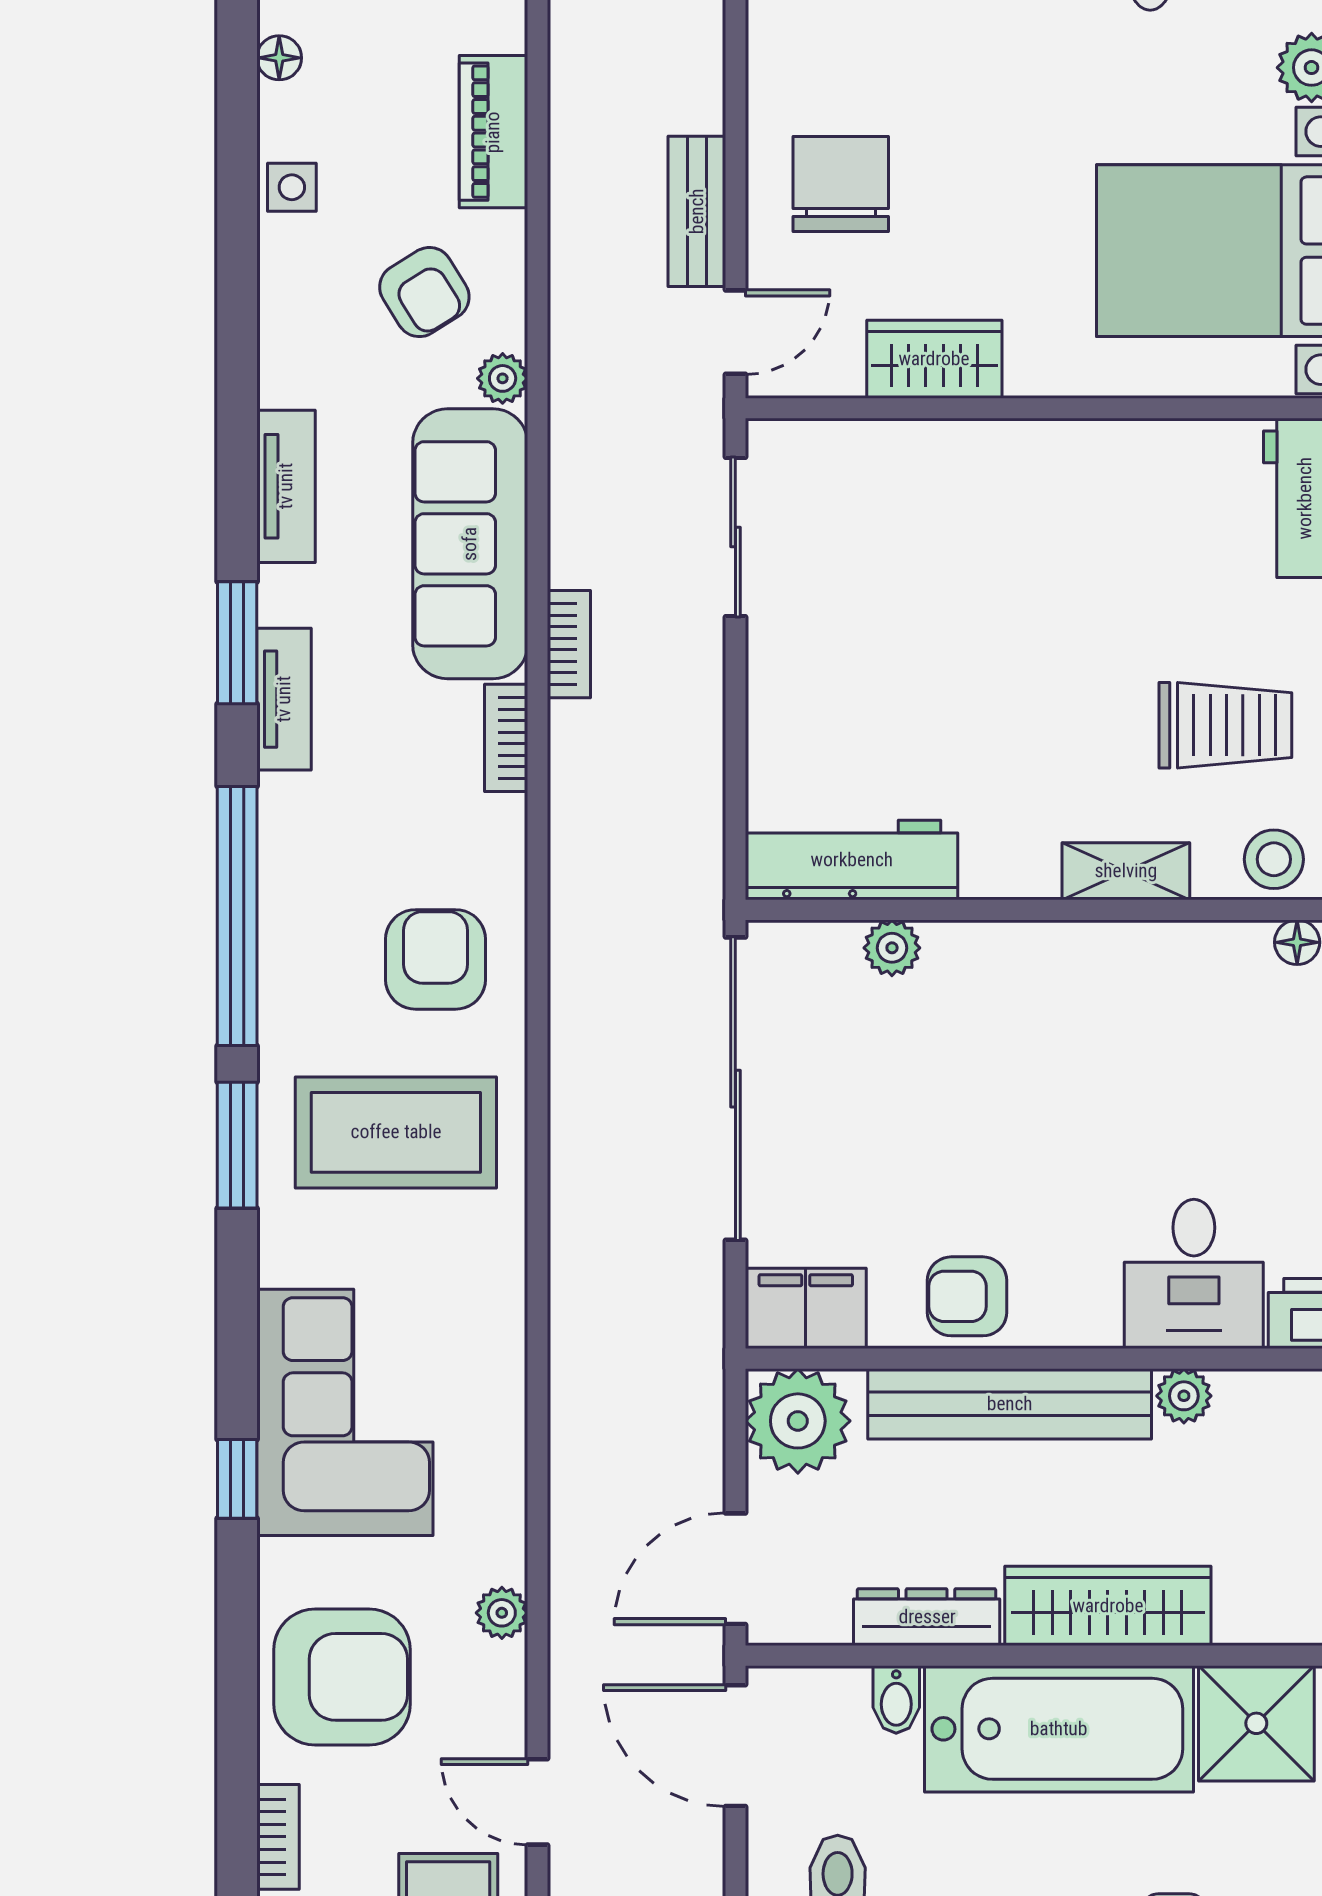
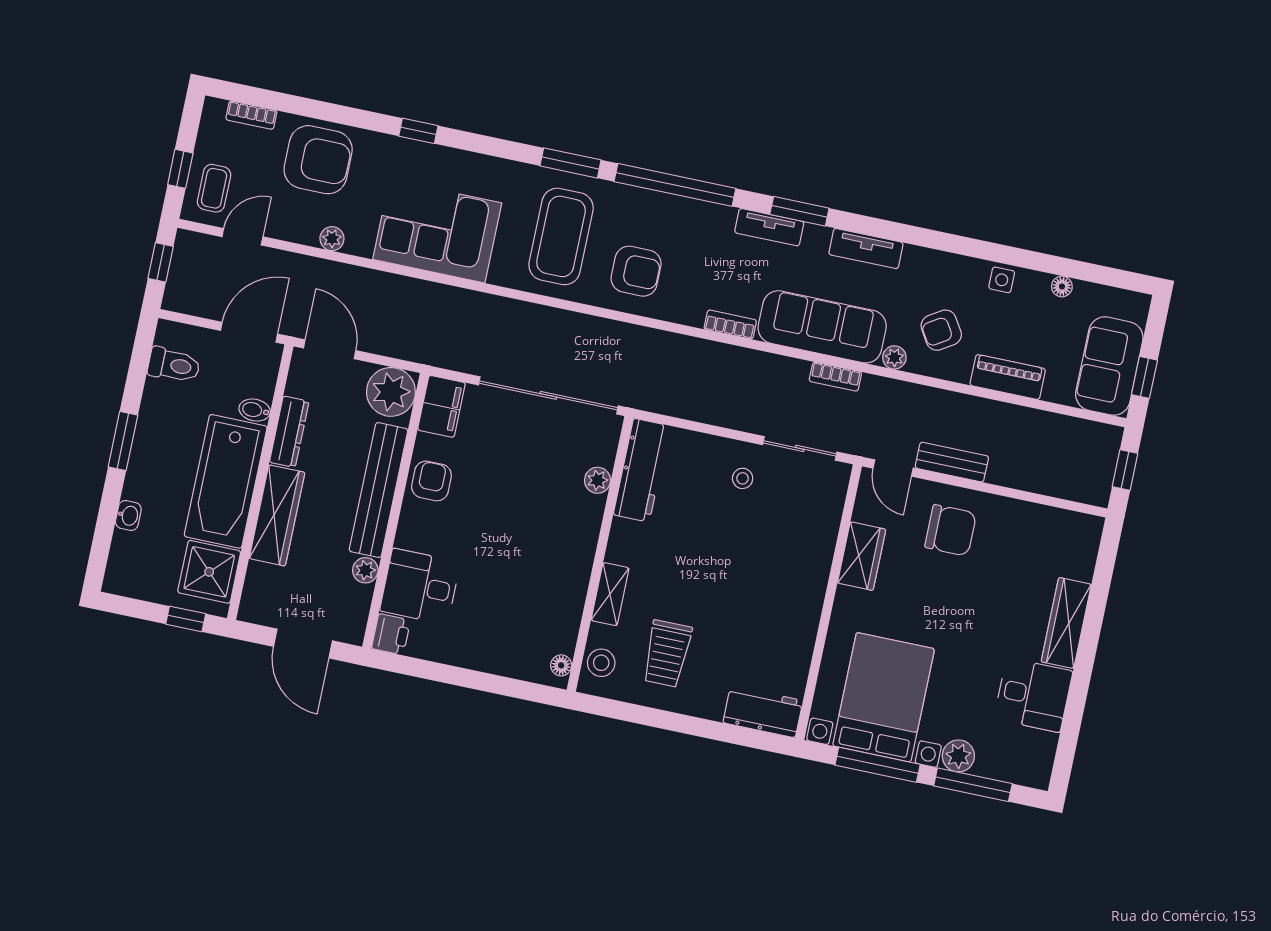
bookcase: (569, 644) -> (835, 377), moved
stool: (824, 644) -> (743, 478), added
corner sofa: (345, 1412) -> (437, 231), moved, turned 180
armchair: (342, 1677) -> (318, 160), turned -90

